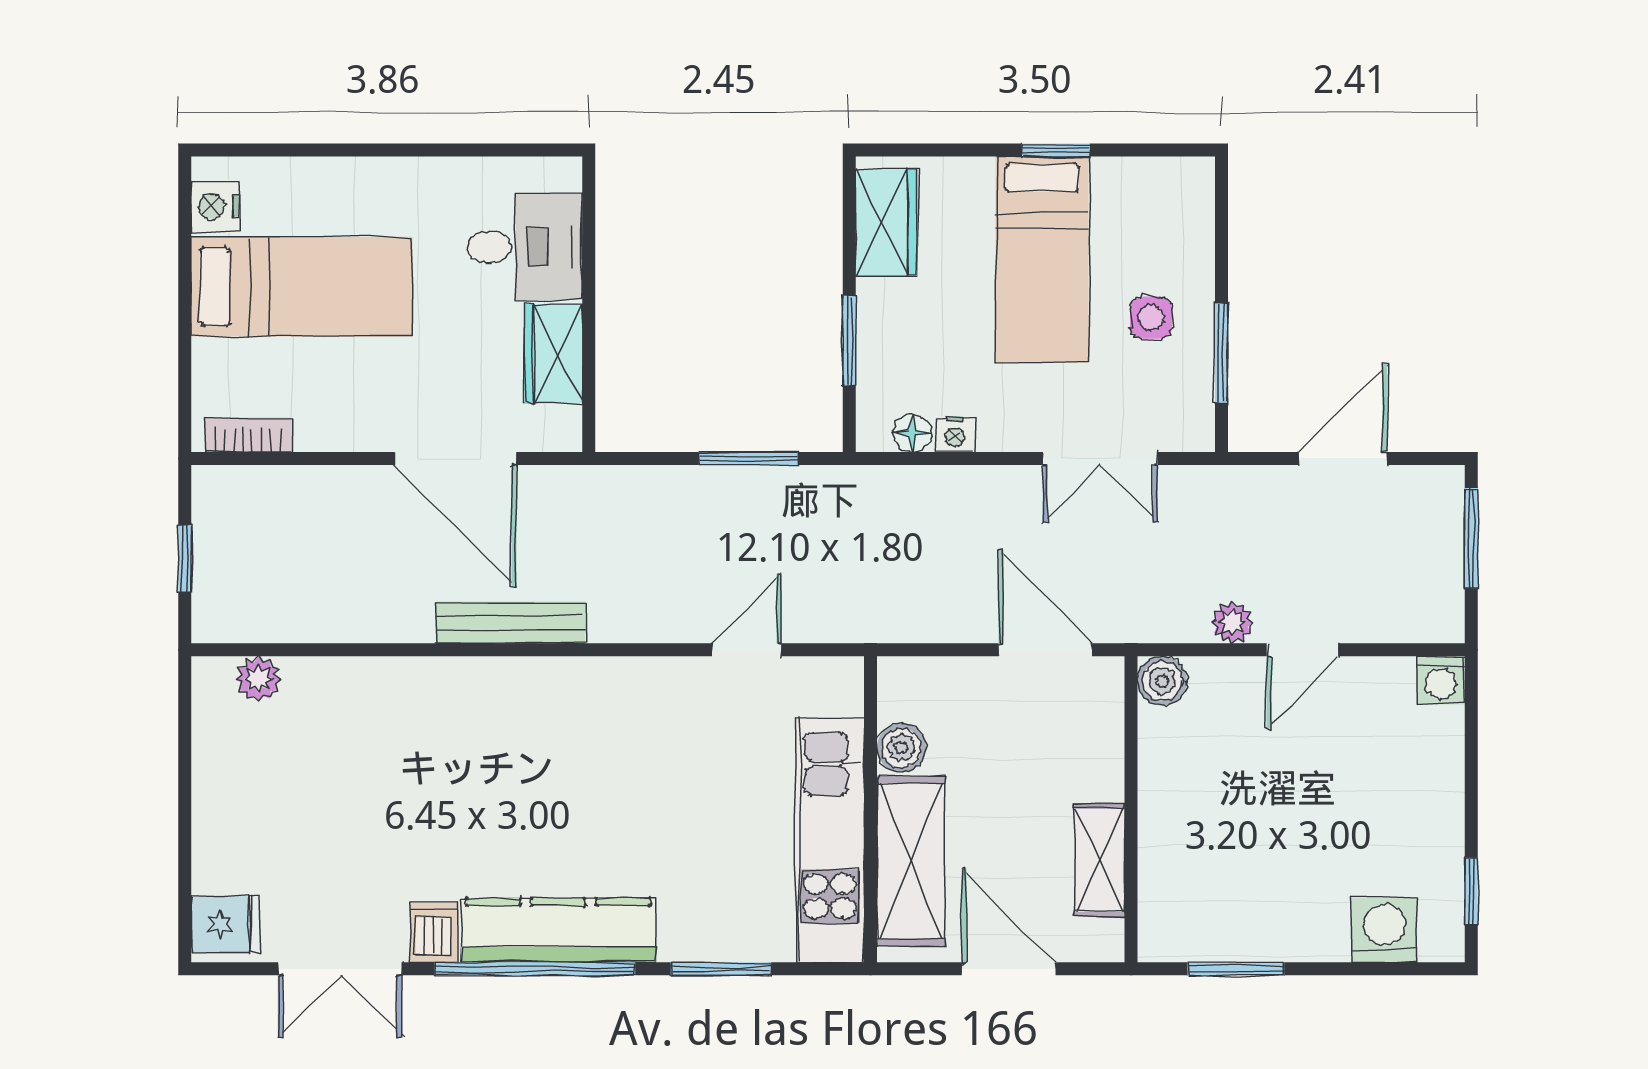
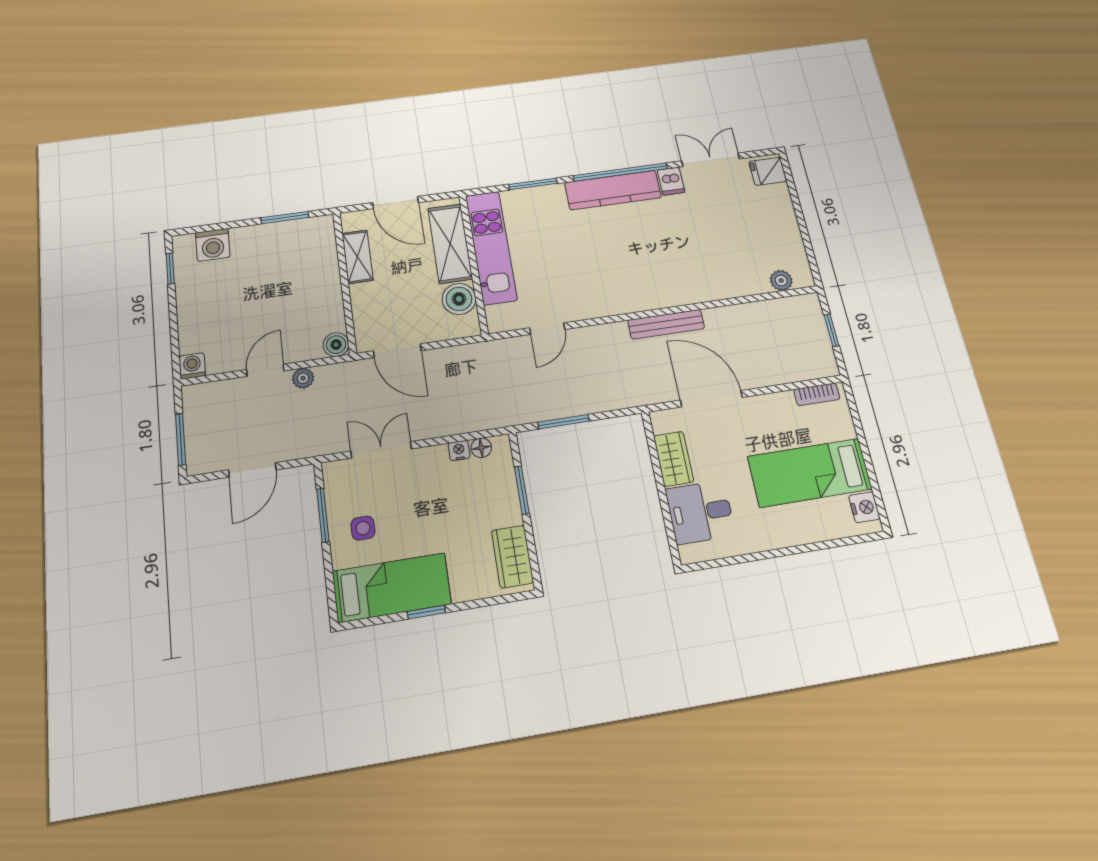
bed: (1042, 259) -> (392, 588), moved, turned 90
boiler: (901, 748) -> (459, 299), width x1.36, depth x1.36

